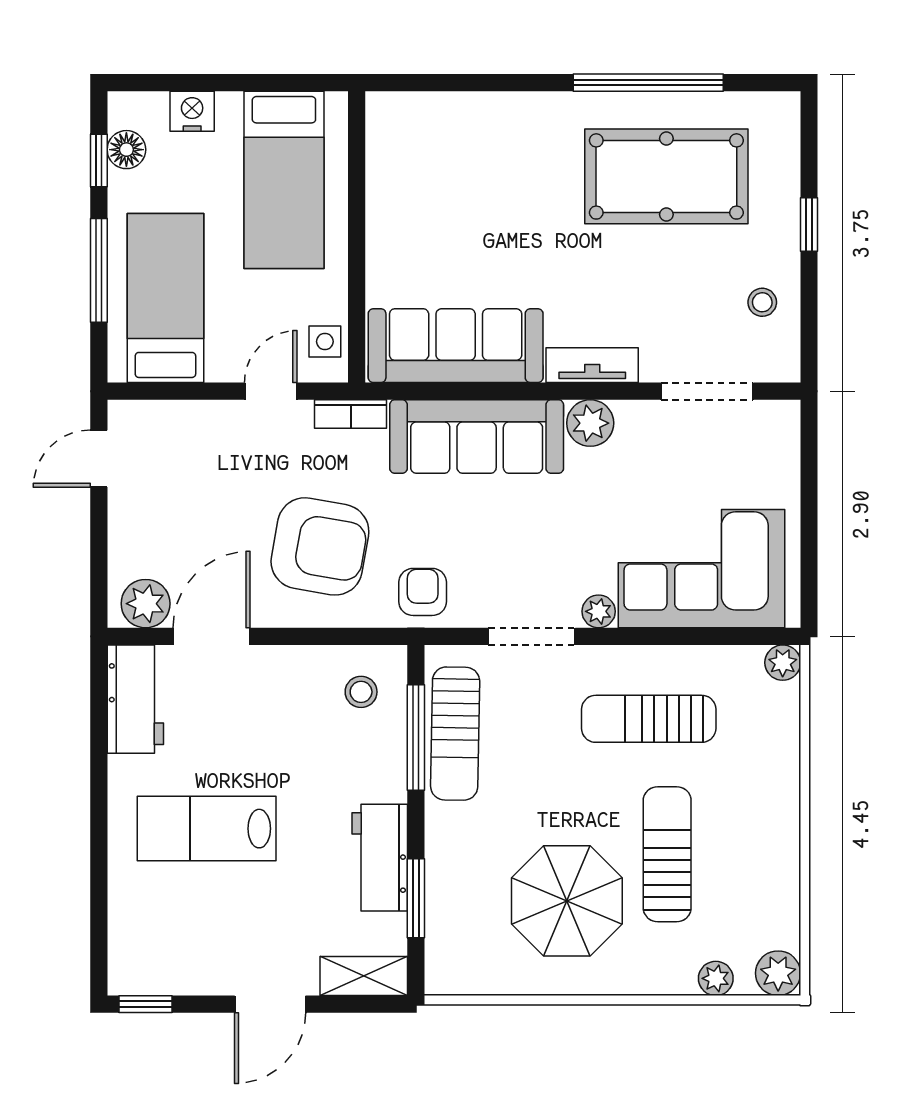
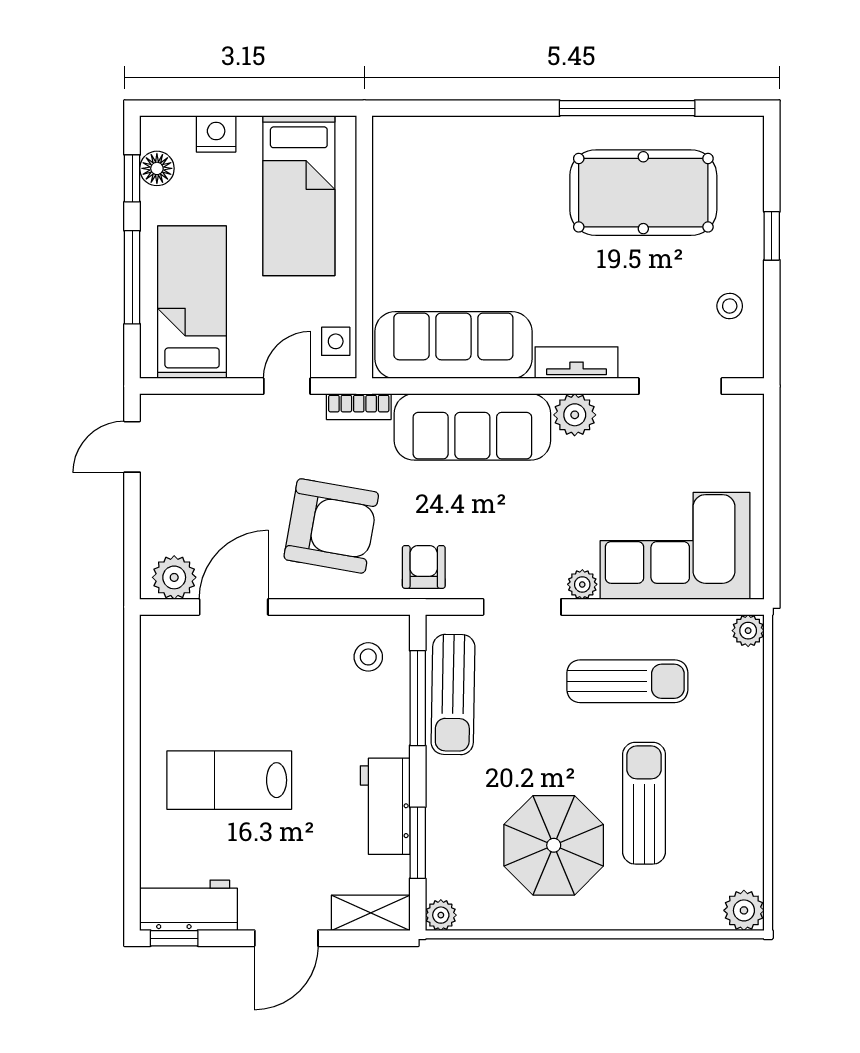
workbench: (135, 699) -> (189, 905), moved, turned -90
sun lounger: (649, 719) -> (627, 681), turned 180
plant: (716, 978) -> (441, 915), moved

